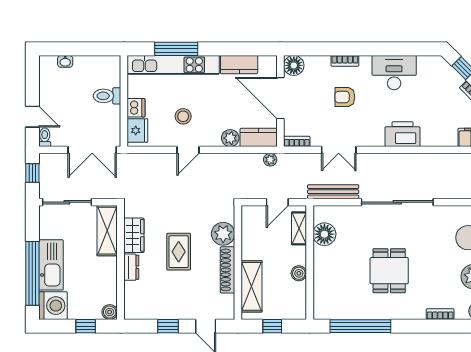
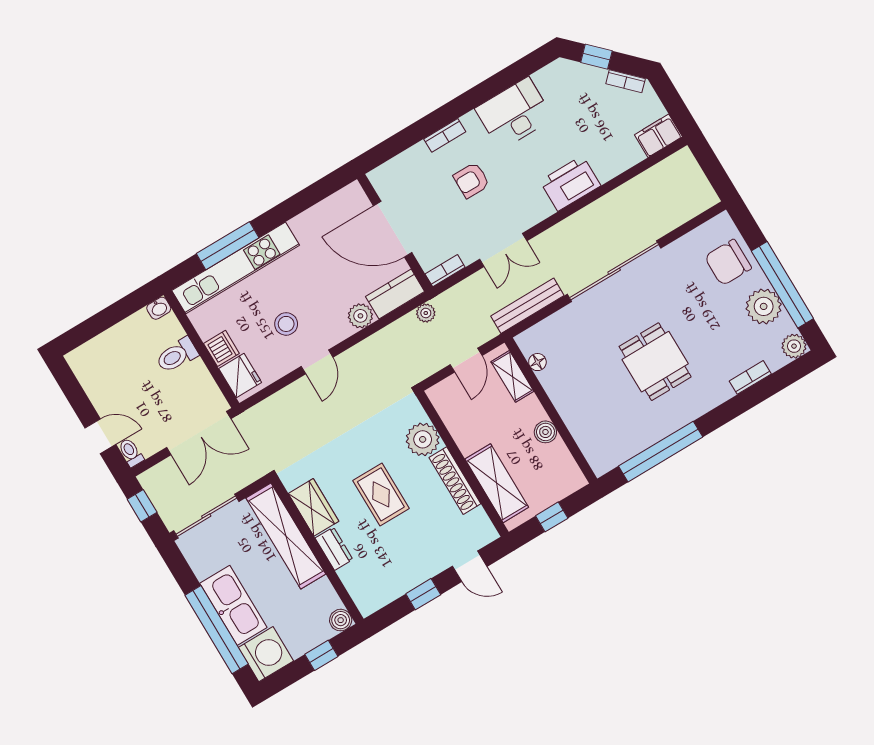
washbasin: (65, 61) -> (159, 308), moved
kitchen counter: (239, 65) -> (317, 219), removed
floor lamp: (294, 65) -> (385, 179), removed
shelving: (107, 231) -> (286, 536), width x1.47
floor lamp: (324, 234) -> (537, 362), width x0.53, depth x0.53

